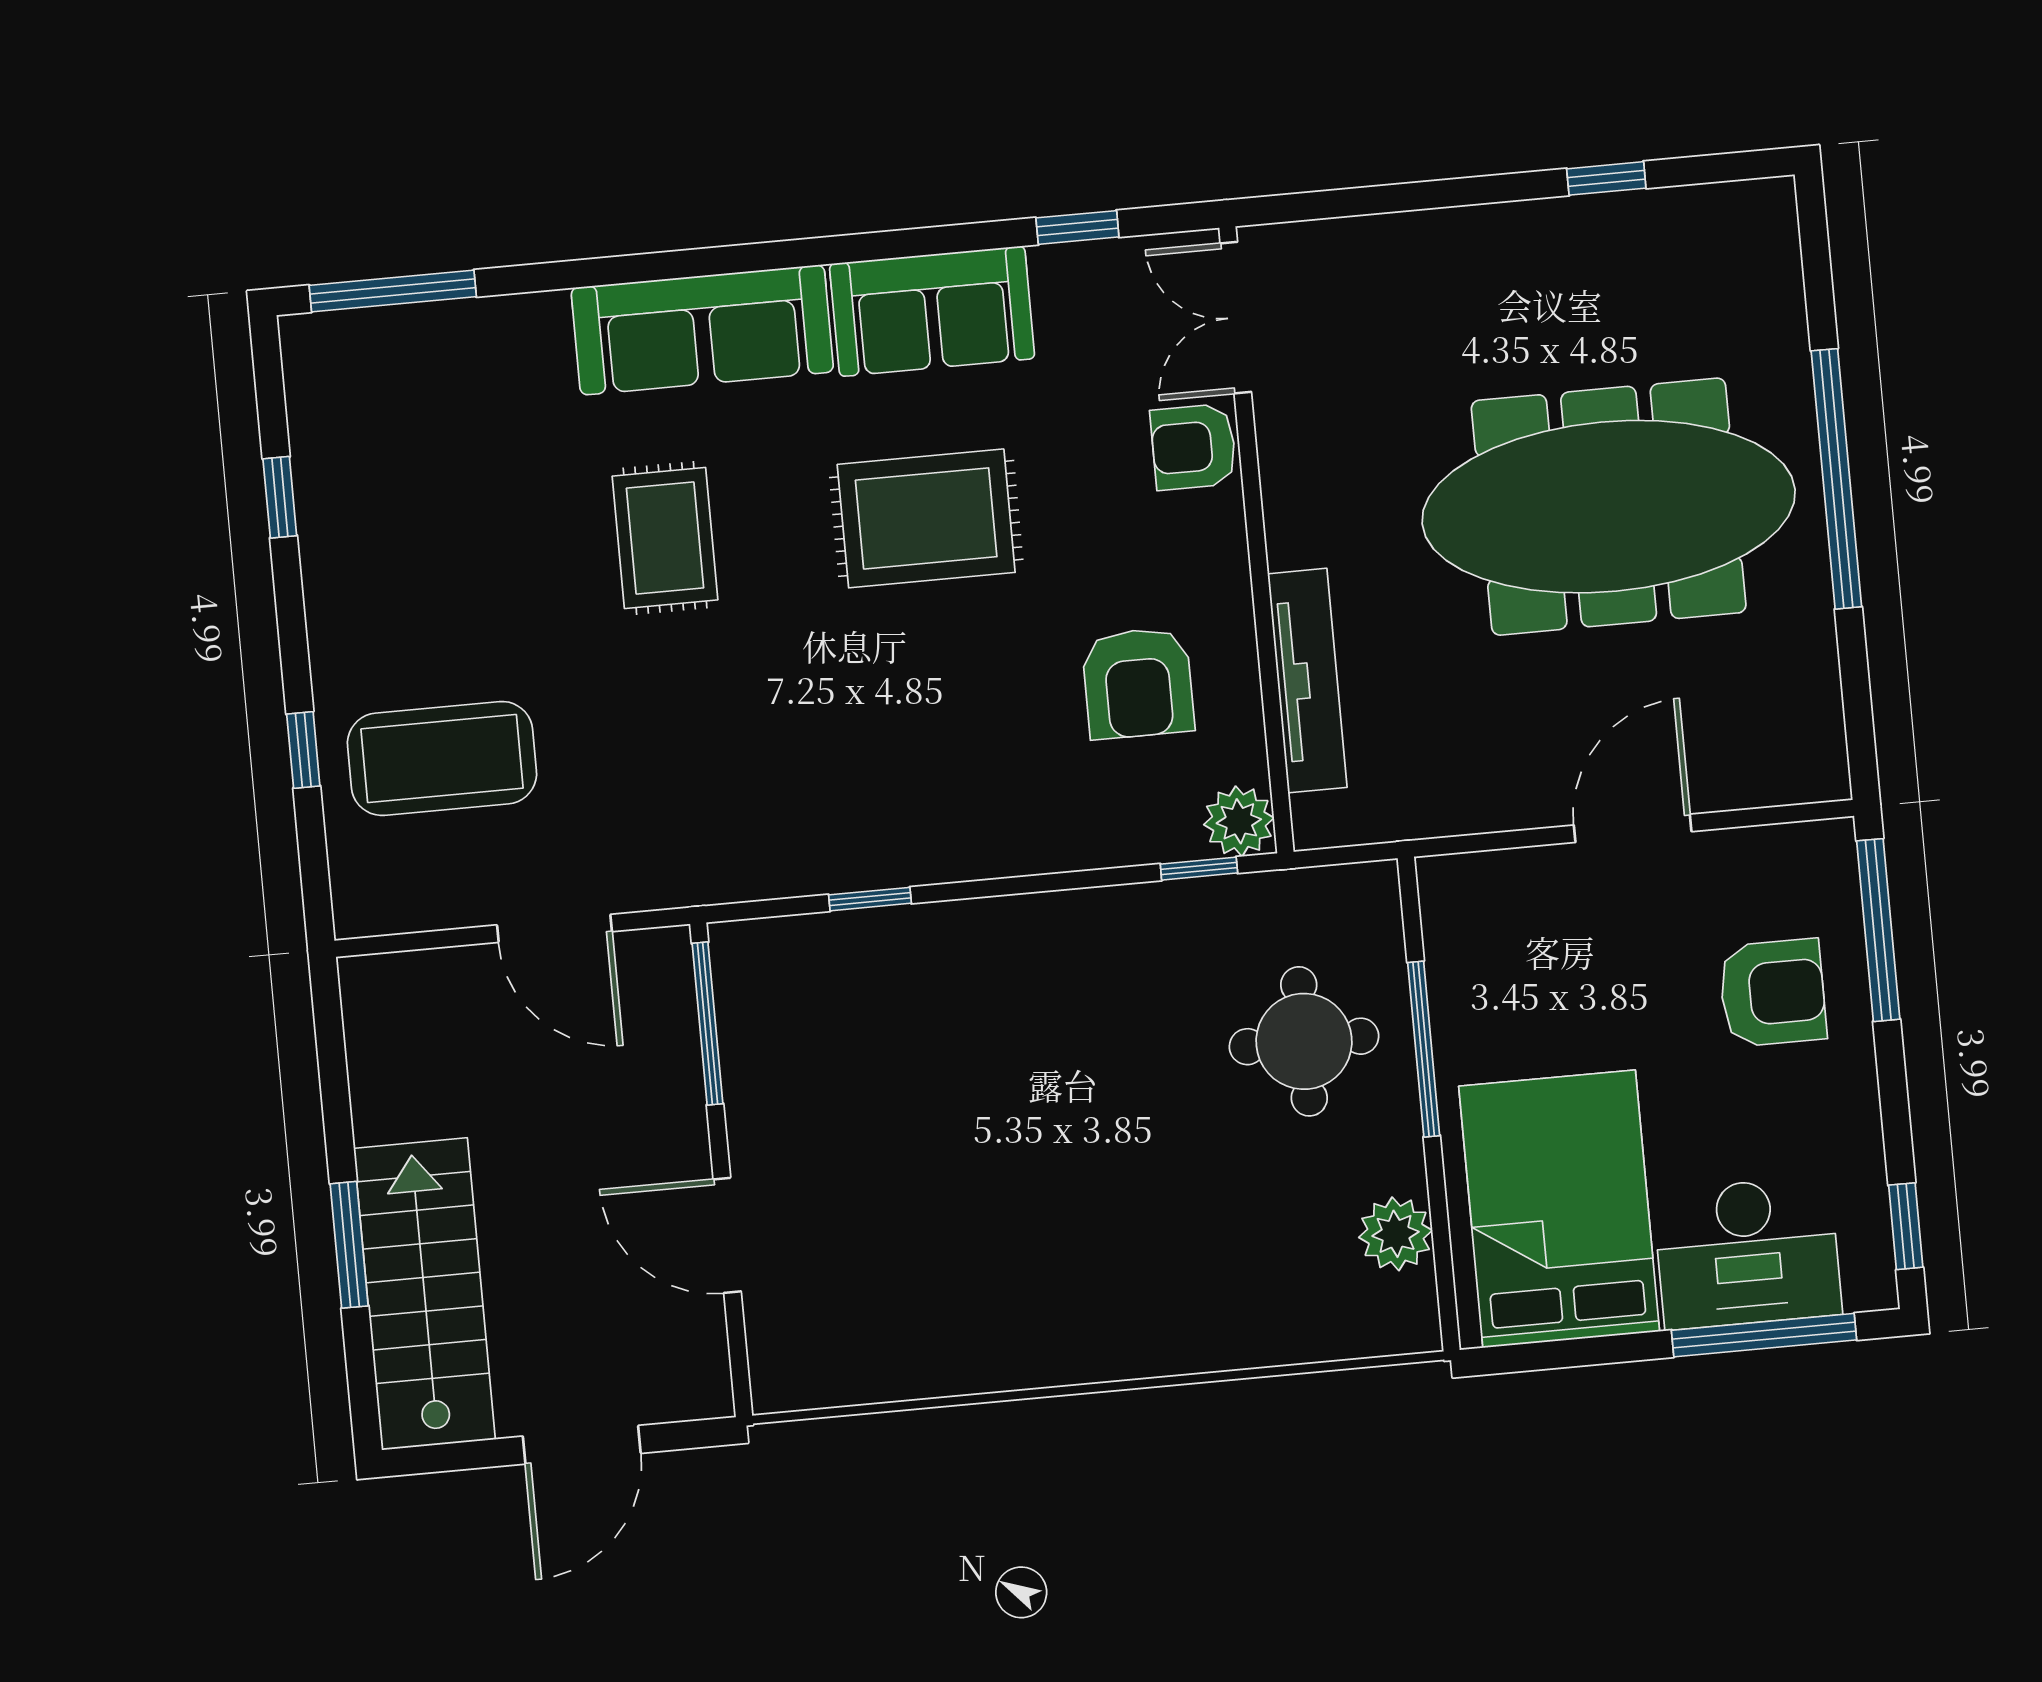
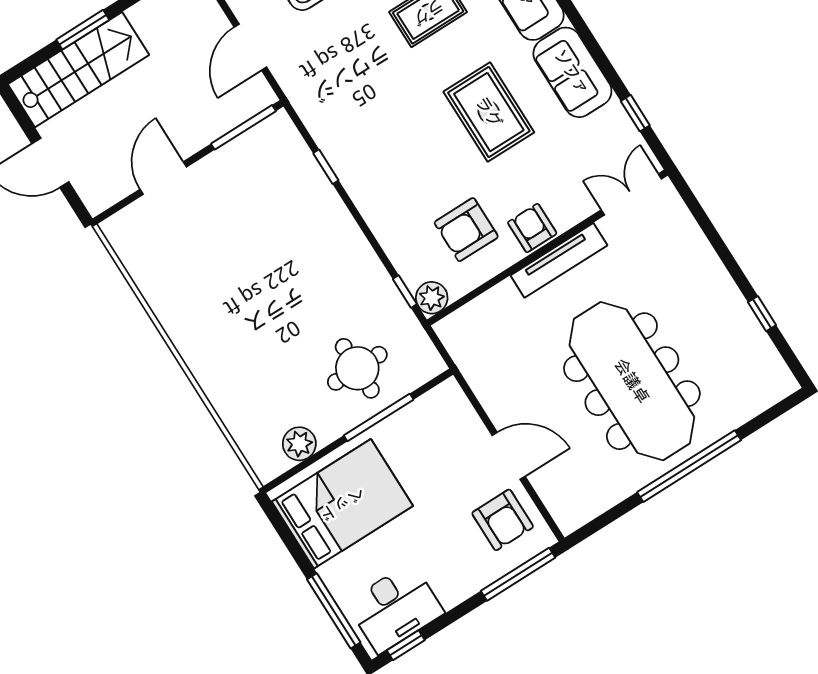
armchair: (1194, 447) -> (532, 228), moved
tv unit: (1307, 681) -> (559, 260), moved
armchair: (1773, 993) -> (503, 520), moved
desk: (1747, 1253) -> (395, 608), moved, turned -90

